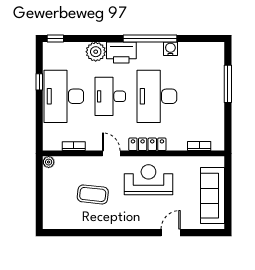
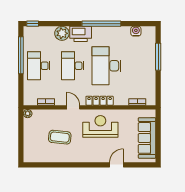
water cooler: (170, 49) -> (136, 31), moved
window: (39, 82) -> (21, 55), width x3.17
desk: (64, 96) -> (39, 66), width x0.73, depth x0.77

